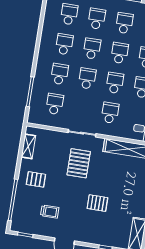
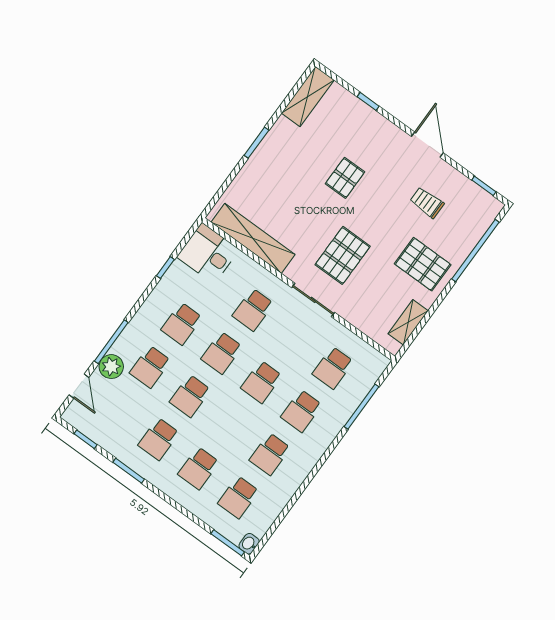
school desk: (92, 49) -> (230, 425), removed
pallet: (36, 179) -> (423, 264), width x1.50, depth x1.42
pallet: (97, 203) -> (345, 178), turned 90

